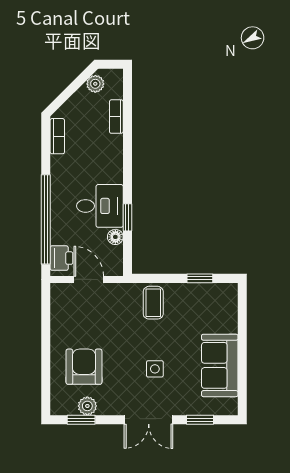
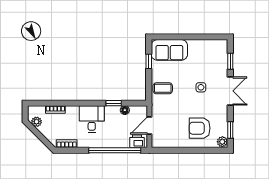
desk: (100, 206) -> (92, 119), moved
sofa: (220, 365) -> (169, 50), moved
plant: (87, 406) -> (222, 142), moved

